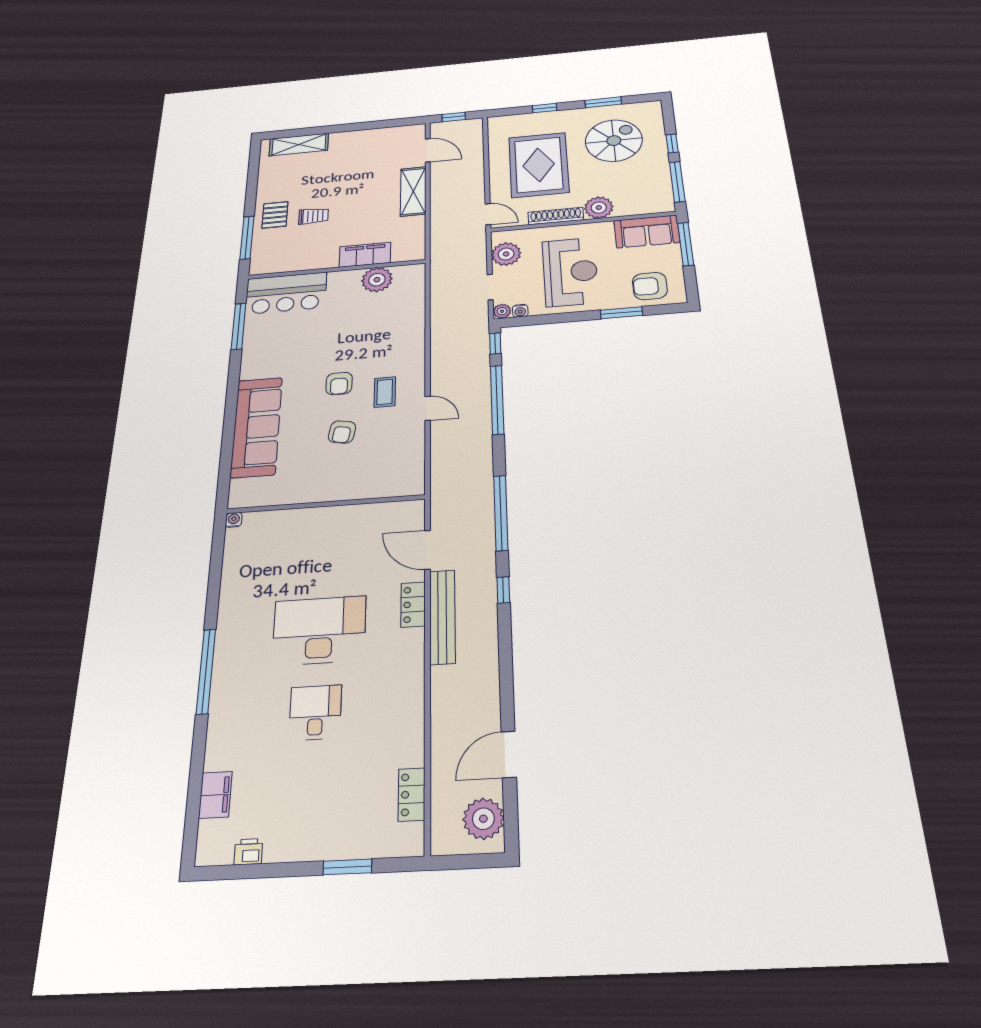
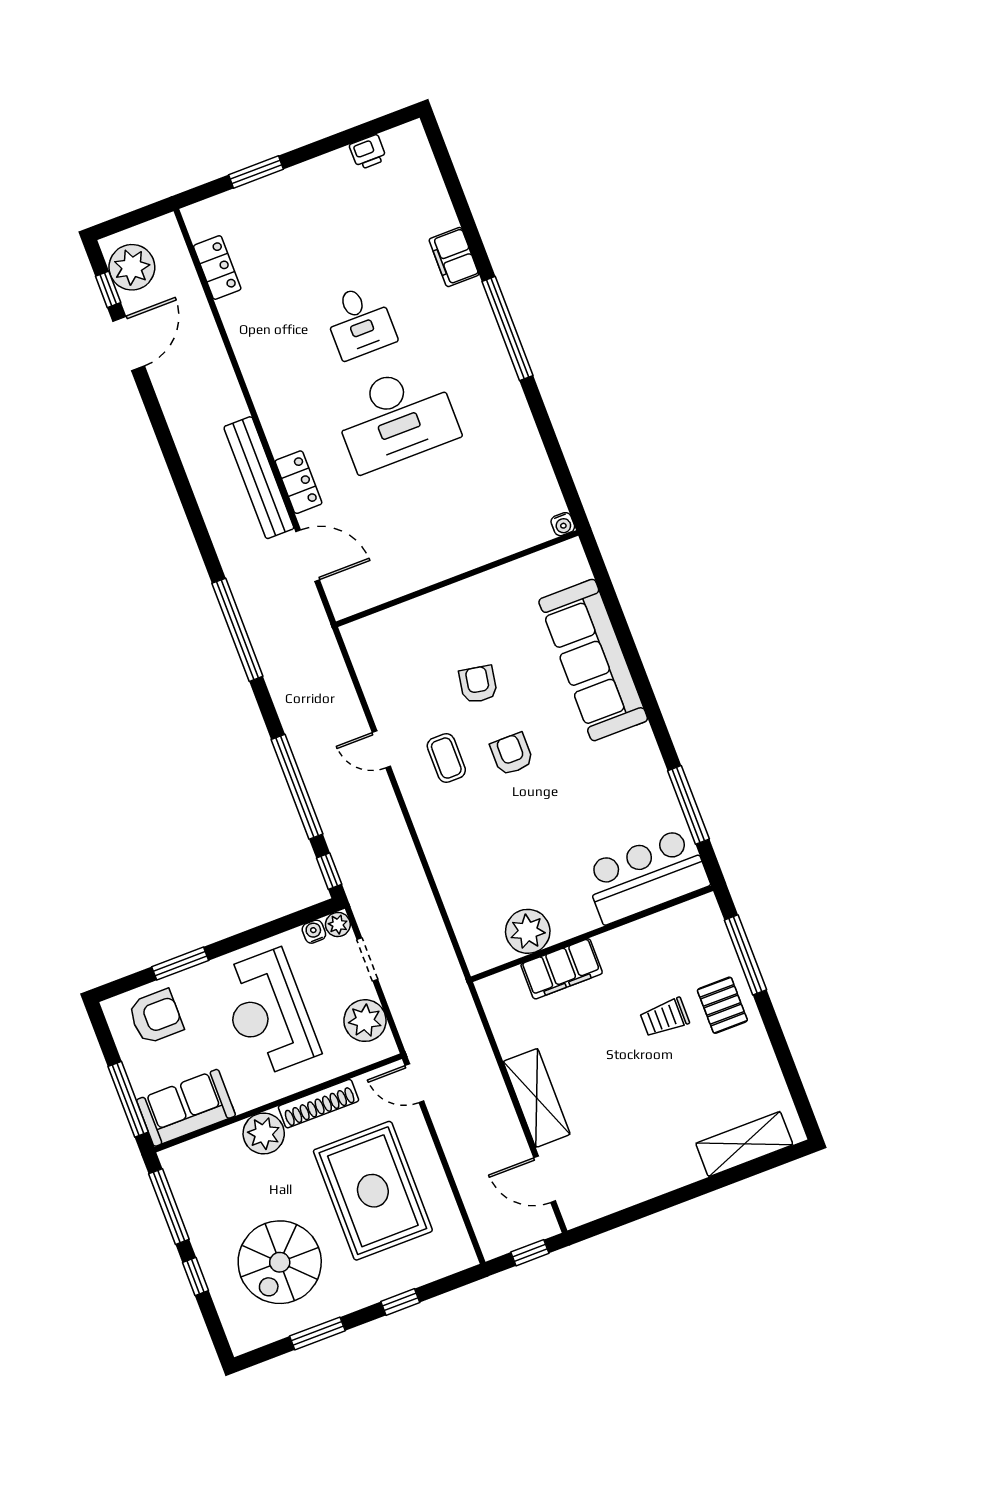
window: (503, 590) -> (108, 289), moved
filing cabinet: (215, 795) -> (454, 257), moved

